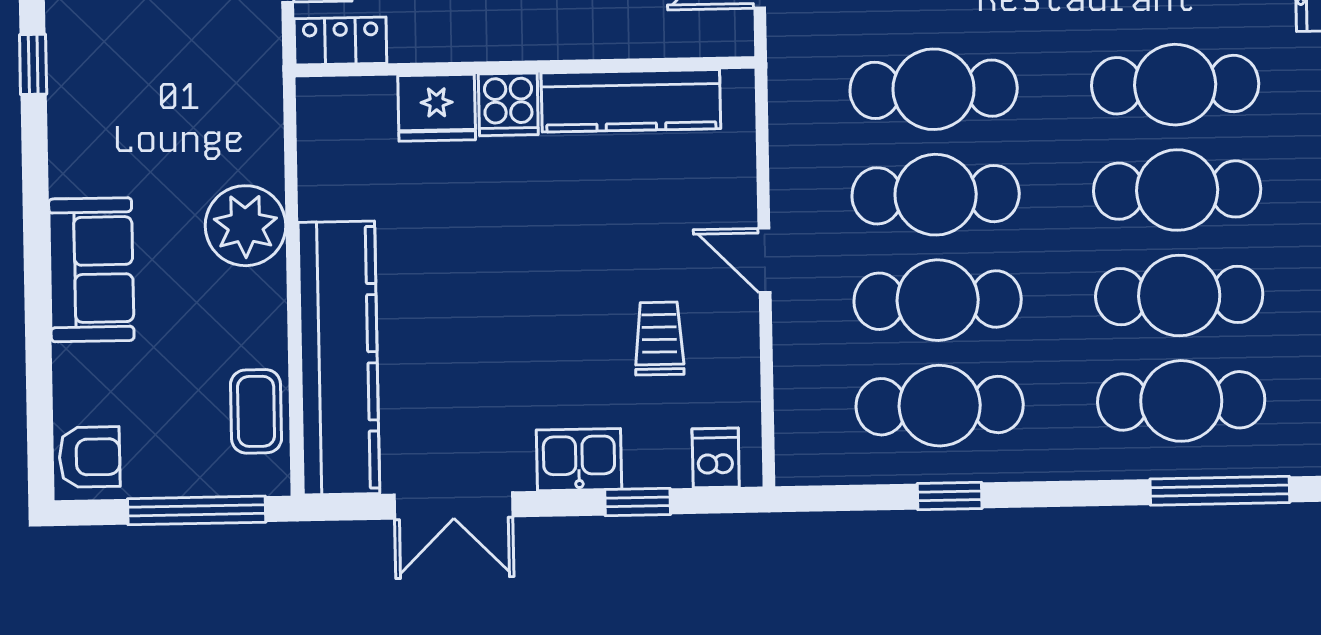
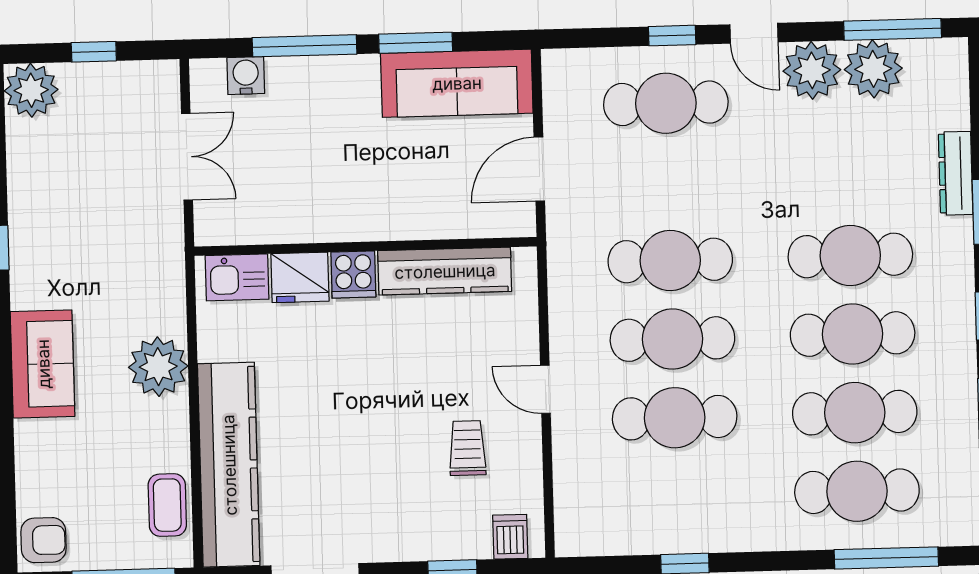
locker: (340, 41) -> (228, 228), removed
sofa: (91, 270) -> (43, 364), moved
cafe table: (940, 406) -> (677, 496), removed
kitchen sink: (579, 460) -> (237, 277), moved, turned 180

